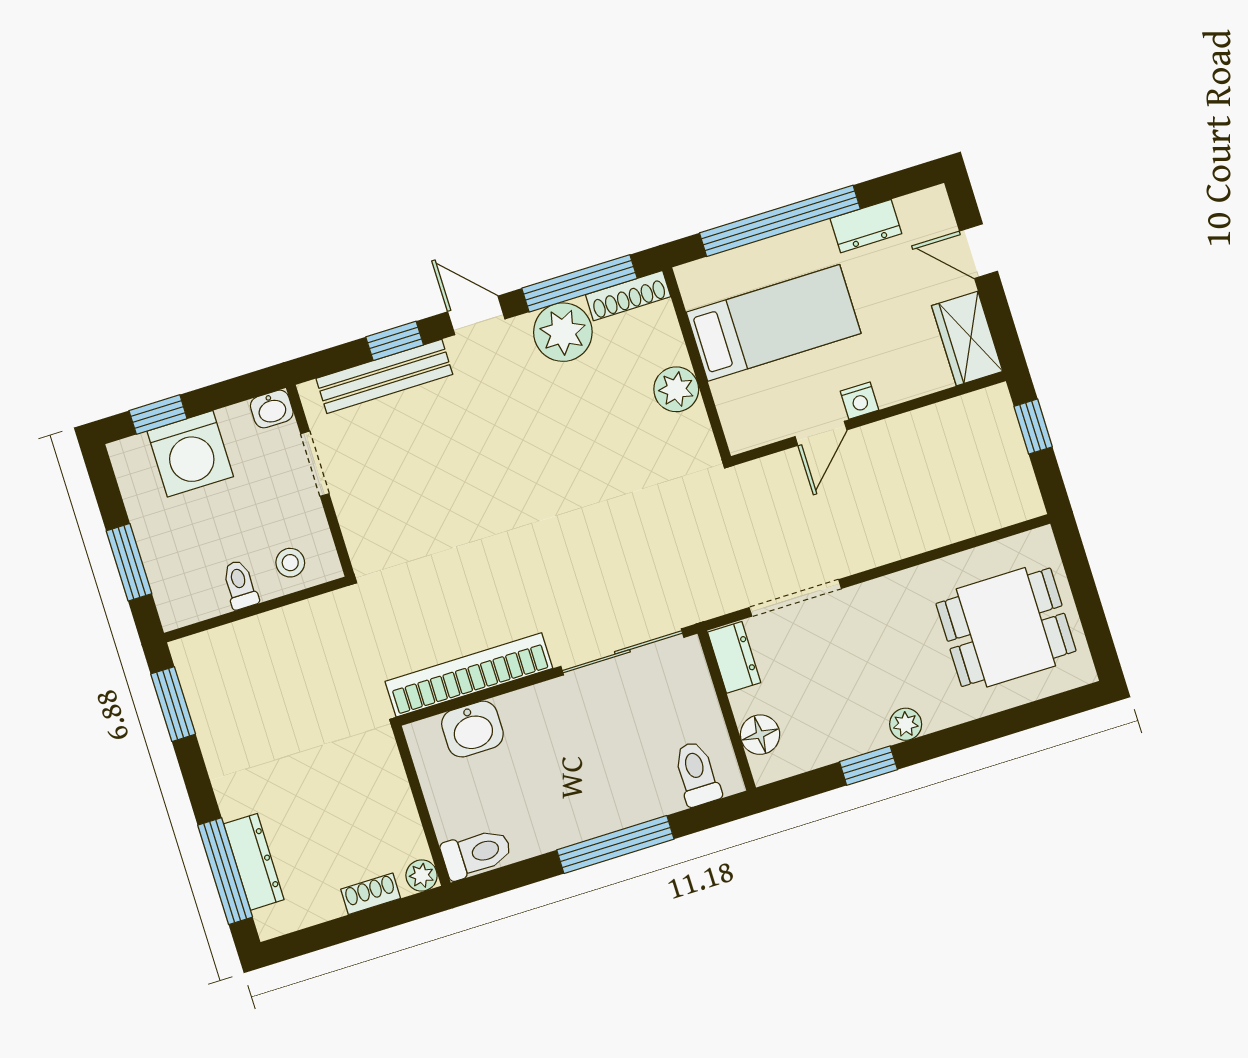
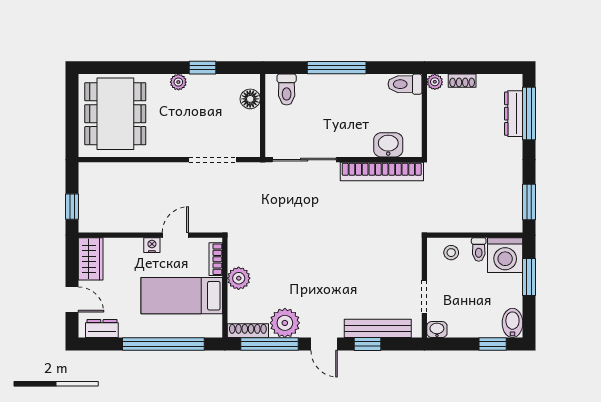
dresser: (866, 226) -> (102, 329), moved
bookcase: (731, 412) -> (216, 259), added
washing machine: (190, 454) -> (505, 255), moved, turned 180
bidet: (133, 466) -> (512, 323), added
dining table: (1006, 627) -> (115, 114), width x1.38
dresser: (734, 657) -> (251, 140), removed

